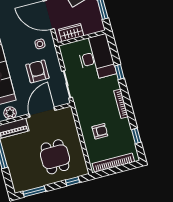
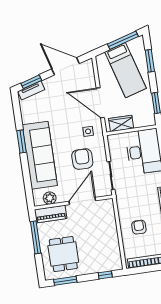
armchair: (100, 131) -> (139, 227), turned -90
dining table: (55, 157) -> (63, 254), moved

